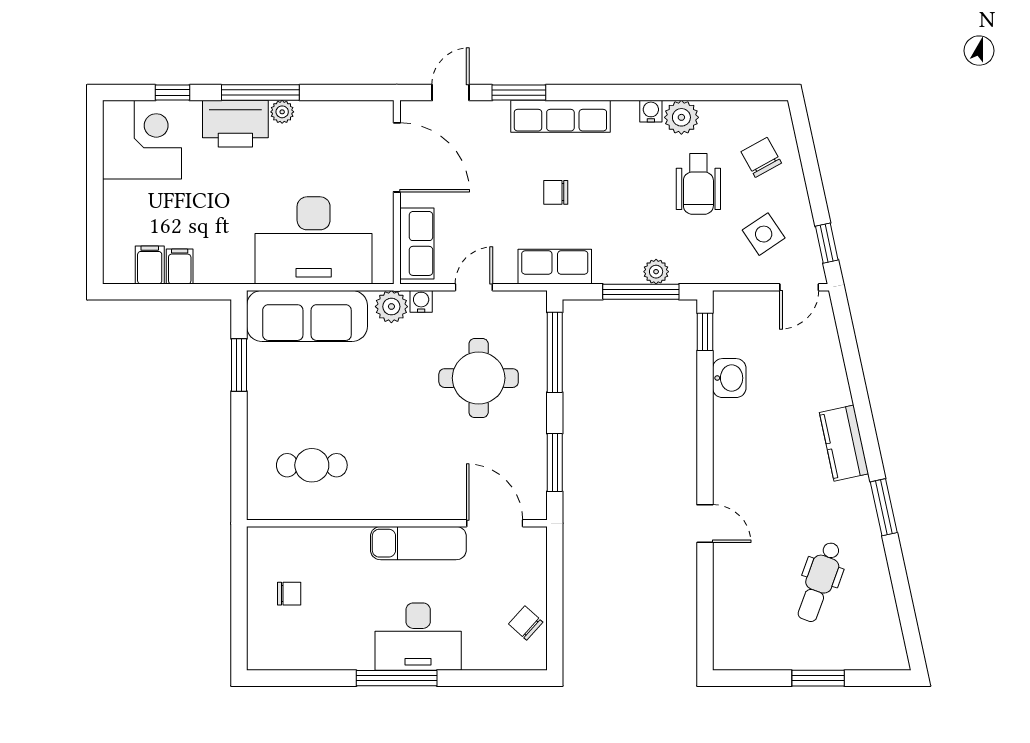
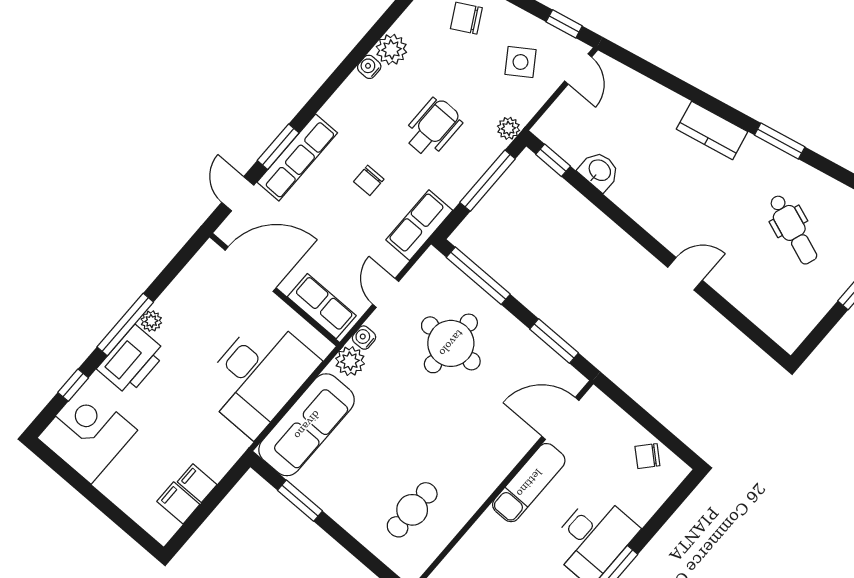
row of seats: (560, 116) -> (297, 158), moved
wheelchair: (698, 184) -> (433, 127), moved, turned -90
plant: (656, 272) -> (508, 128), moved

